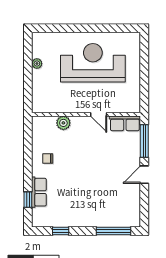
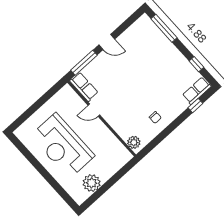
plant: (37, 64) -> (92, 183), width x1.88, depth x1.88
door: (99, 114) -> (94, 110), swing flipped
plant: (63, 123) -> (134, 142), moved
row of seats: (39, 192) -> (197, 91), moved

